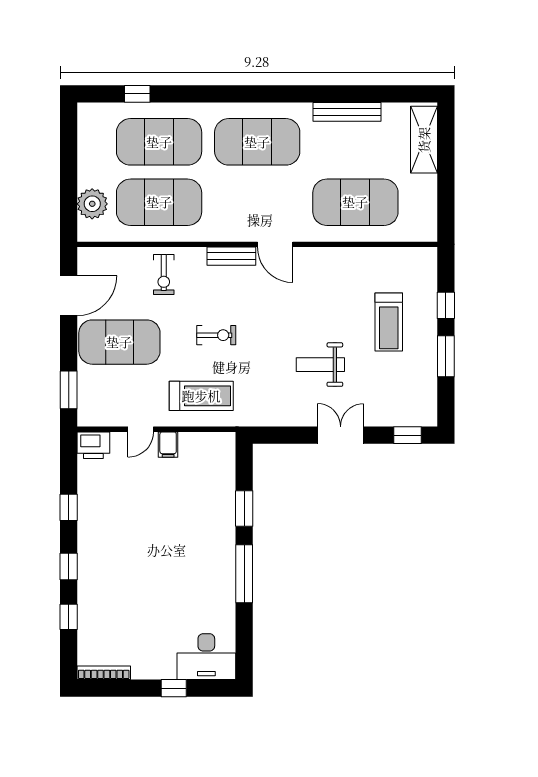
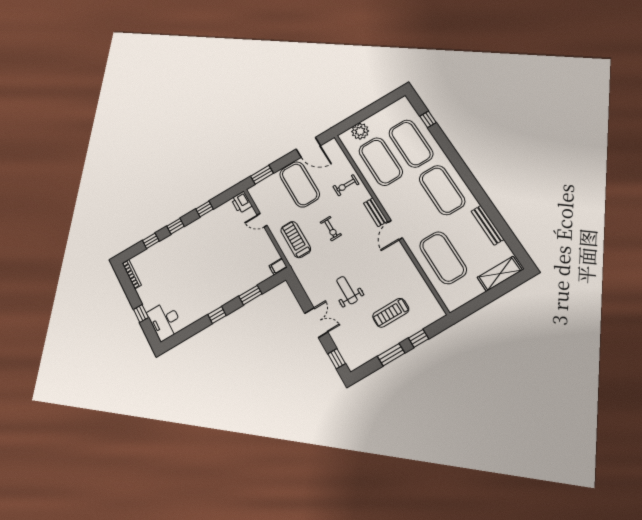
treadmill: (201, 396) -> (296, 240), turned 180
filing cabinet: (168, 445) -> (278, 267), moved
window: (244, 574) -> (217, 315), width x0.46

